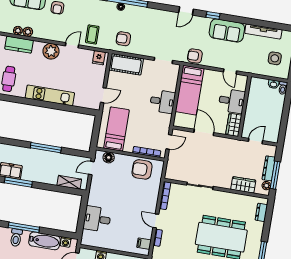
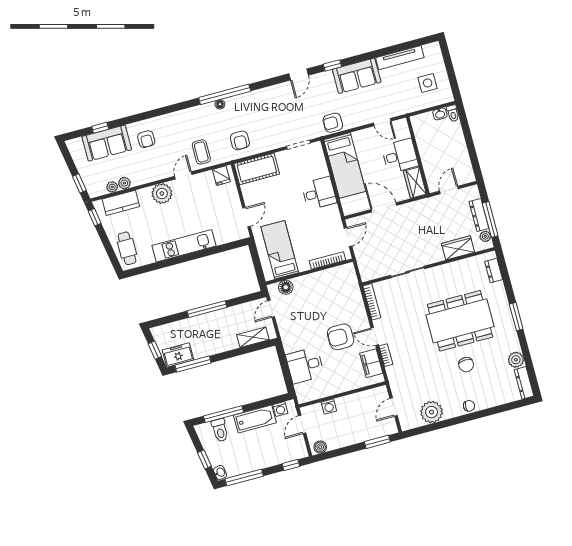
armchair: (123, 39) -> (240, 140), turned -90
armchair: (142, 169) -> (341, 337), moved
filing cabinet: (144, 244) -> (371, 363), width x2.00

